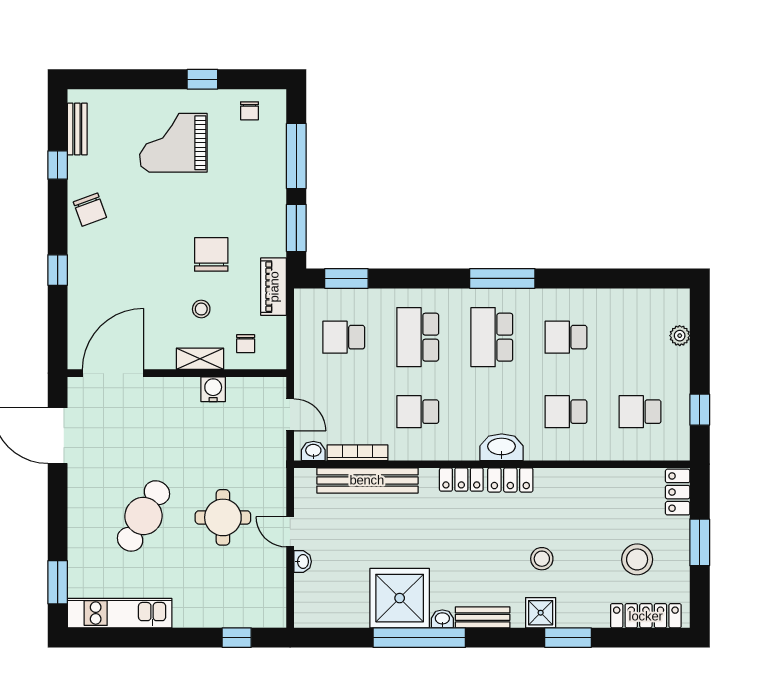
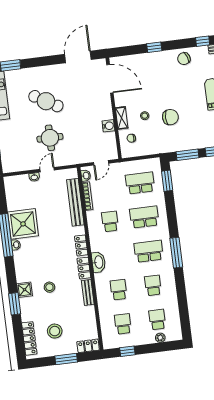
piano: (274, 287) -> (159, 148), removed
school desk: (344, 337) -> (140, 183), width x1.85
school desk: (640, 337) -> (157, 319), added
bench: (483, 617) -> (88, 292), moved

